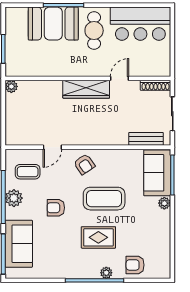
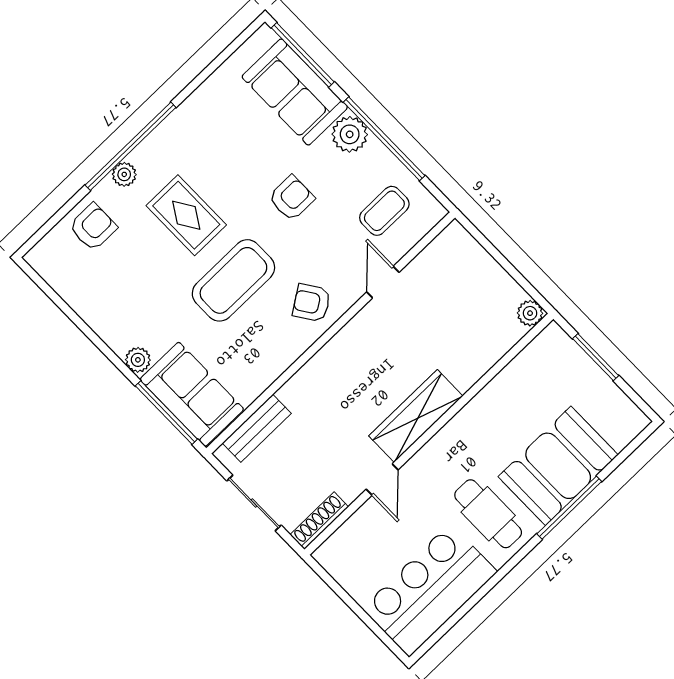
plant: (14, 198) -> (350, 134), moved
rug: (98, 237) -> (186, 215), turned 90

